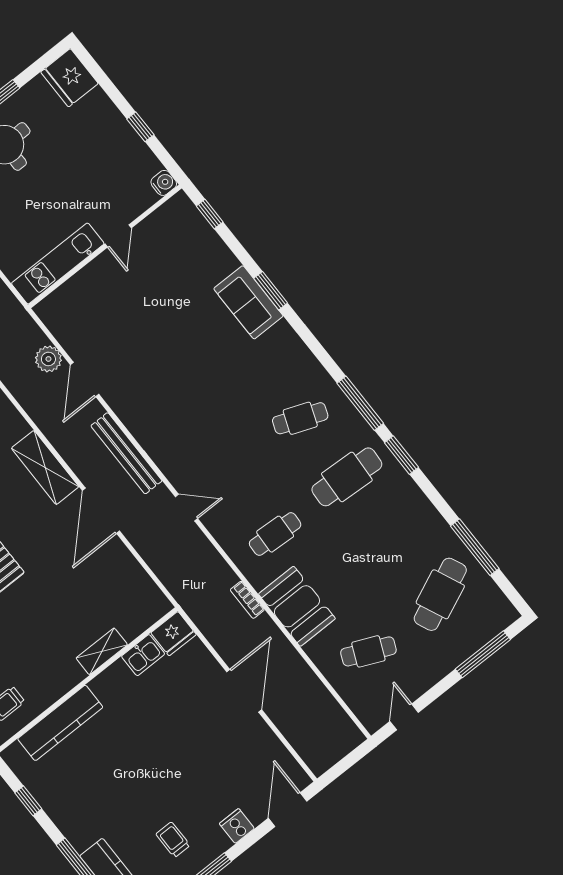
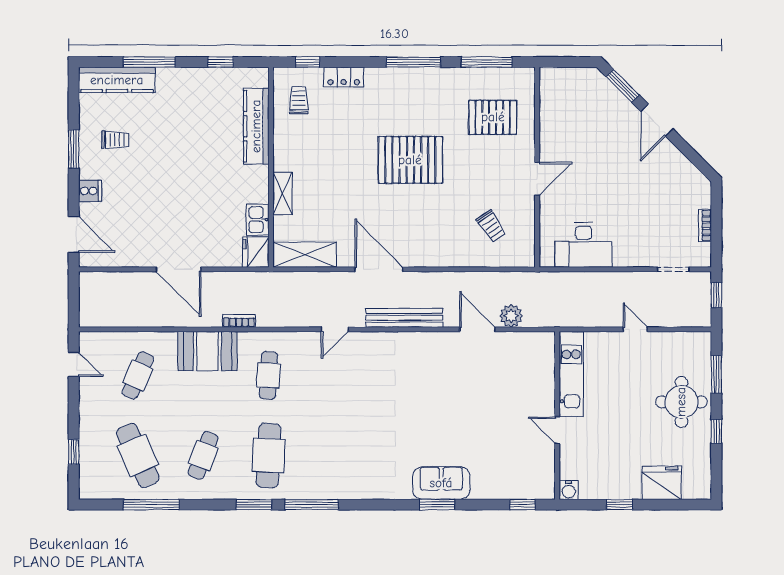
fridge: (69, 78) -> (662, 483), moved
cafe table: (300, 418) -> (203, 455), moved
shelving: (45, 467) -> (305, 255), moved
window: (483, 654) -> (74, 452), width x0.46

